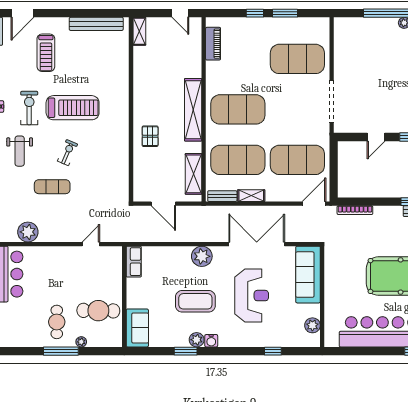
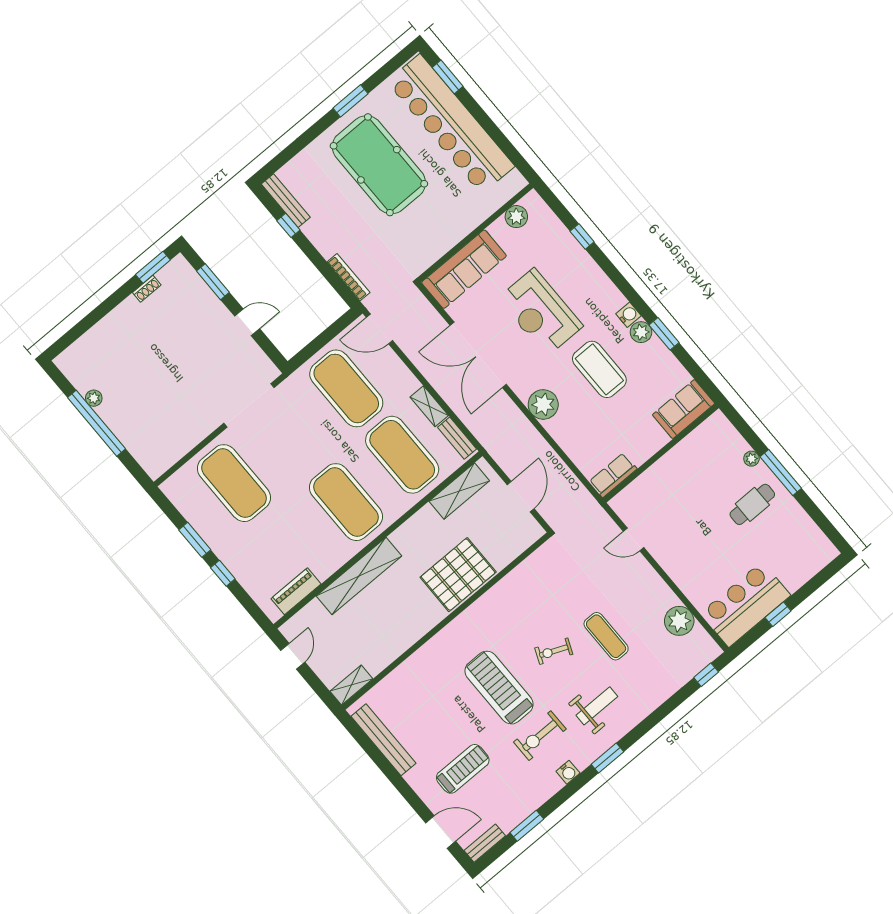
shelving: (193, 110) -> (359, 576), moved
pallet: (150, 136) -> (458, 575), width x2.05, depth x2.00
reception desk: (252, 296) -> (540, 312), turned -90
cafe table: (98, 311) -> (701, 469), removed

